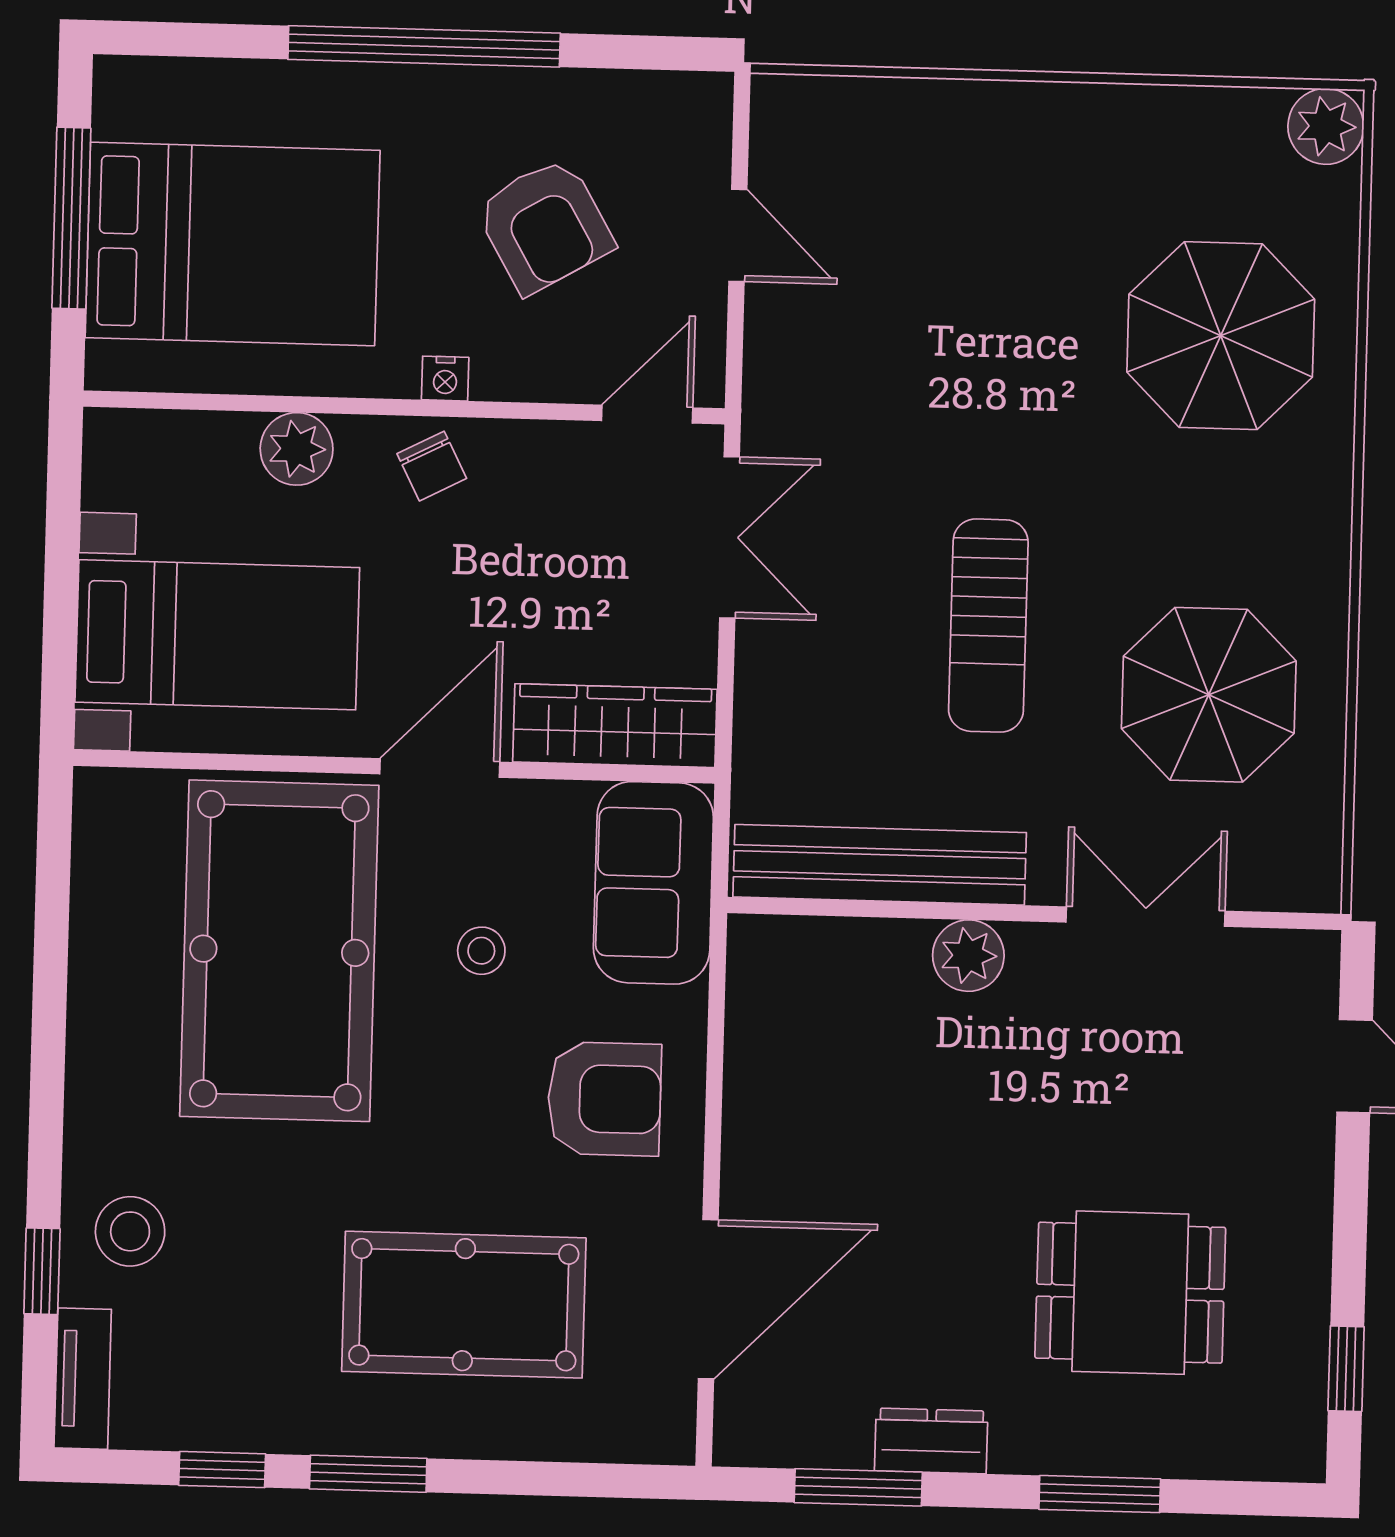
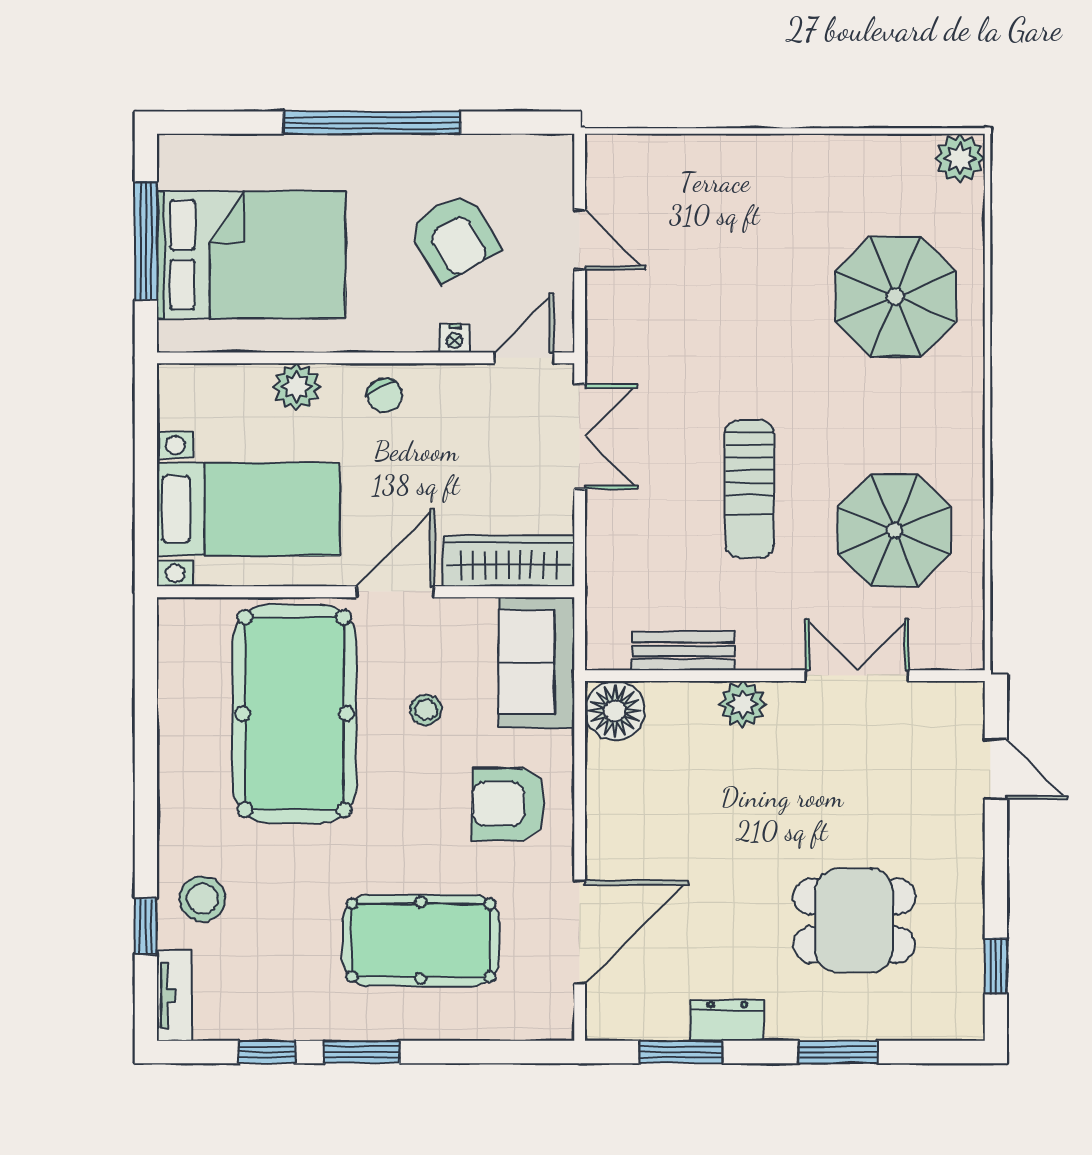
nightstand: (445, 379) -> (454, 338), moved
bench: (880, 865) -> (683, 651), width x0.54, depth x0.82
floor lamp: (772, 960) -> (615, 711), added
armchair: (604, 1099) -> (509, 804), turned 180

